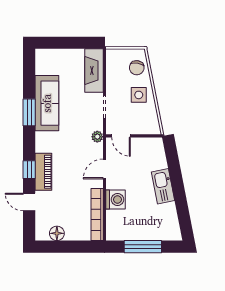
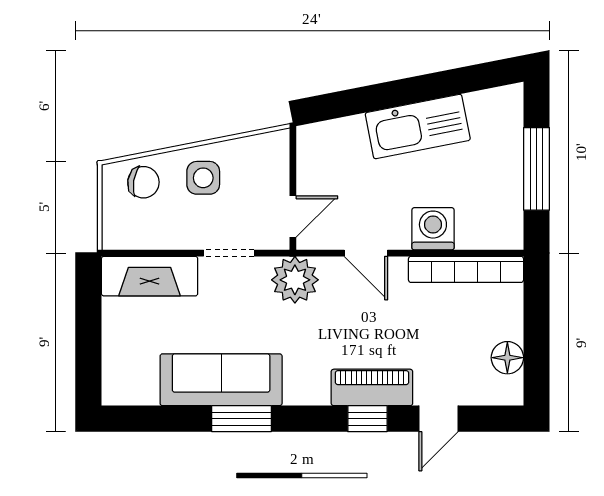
plant: (97, 137) -> (295, 280), width x1.87, depth x1.87
kitchen sink: (163, 186) -> (418, 126), width x1.36, depth x1.24

